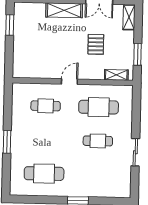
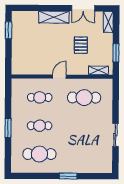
cafe table: (98, 141) -> (40, 126), moved

